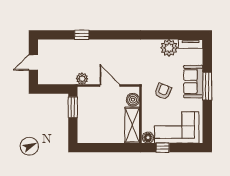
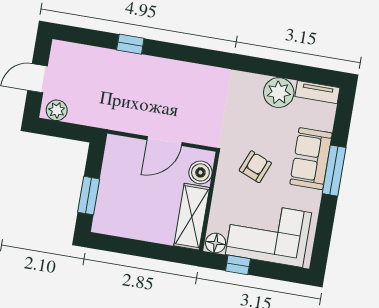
plant: (82, 79) -> (57, 110), moved
door: (110, 86) -> (164, 141), swing flipped
window: (73, 107) -> (89, 196), moved

